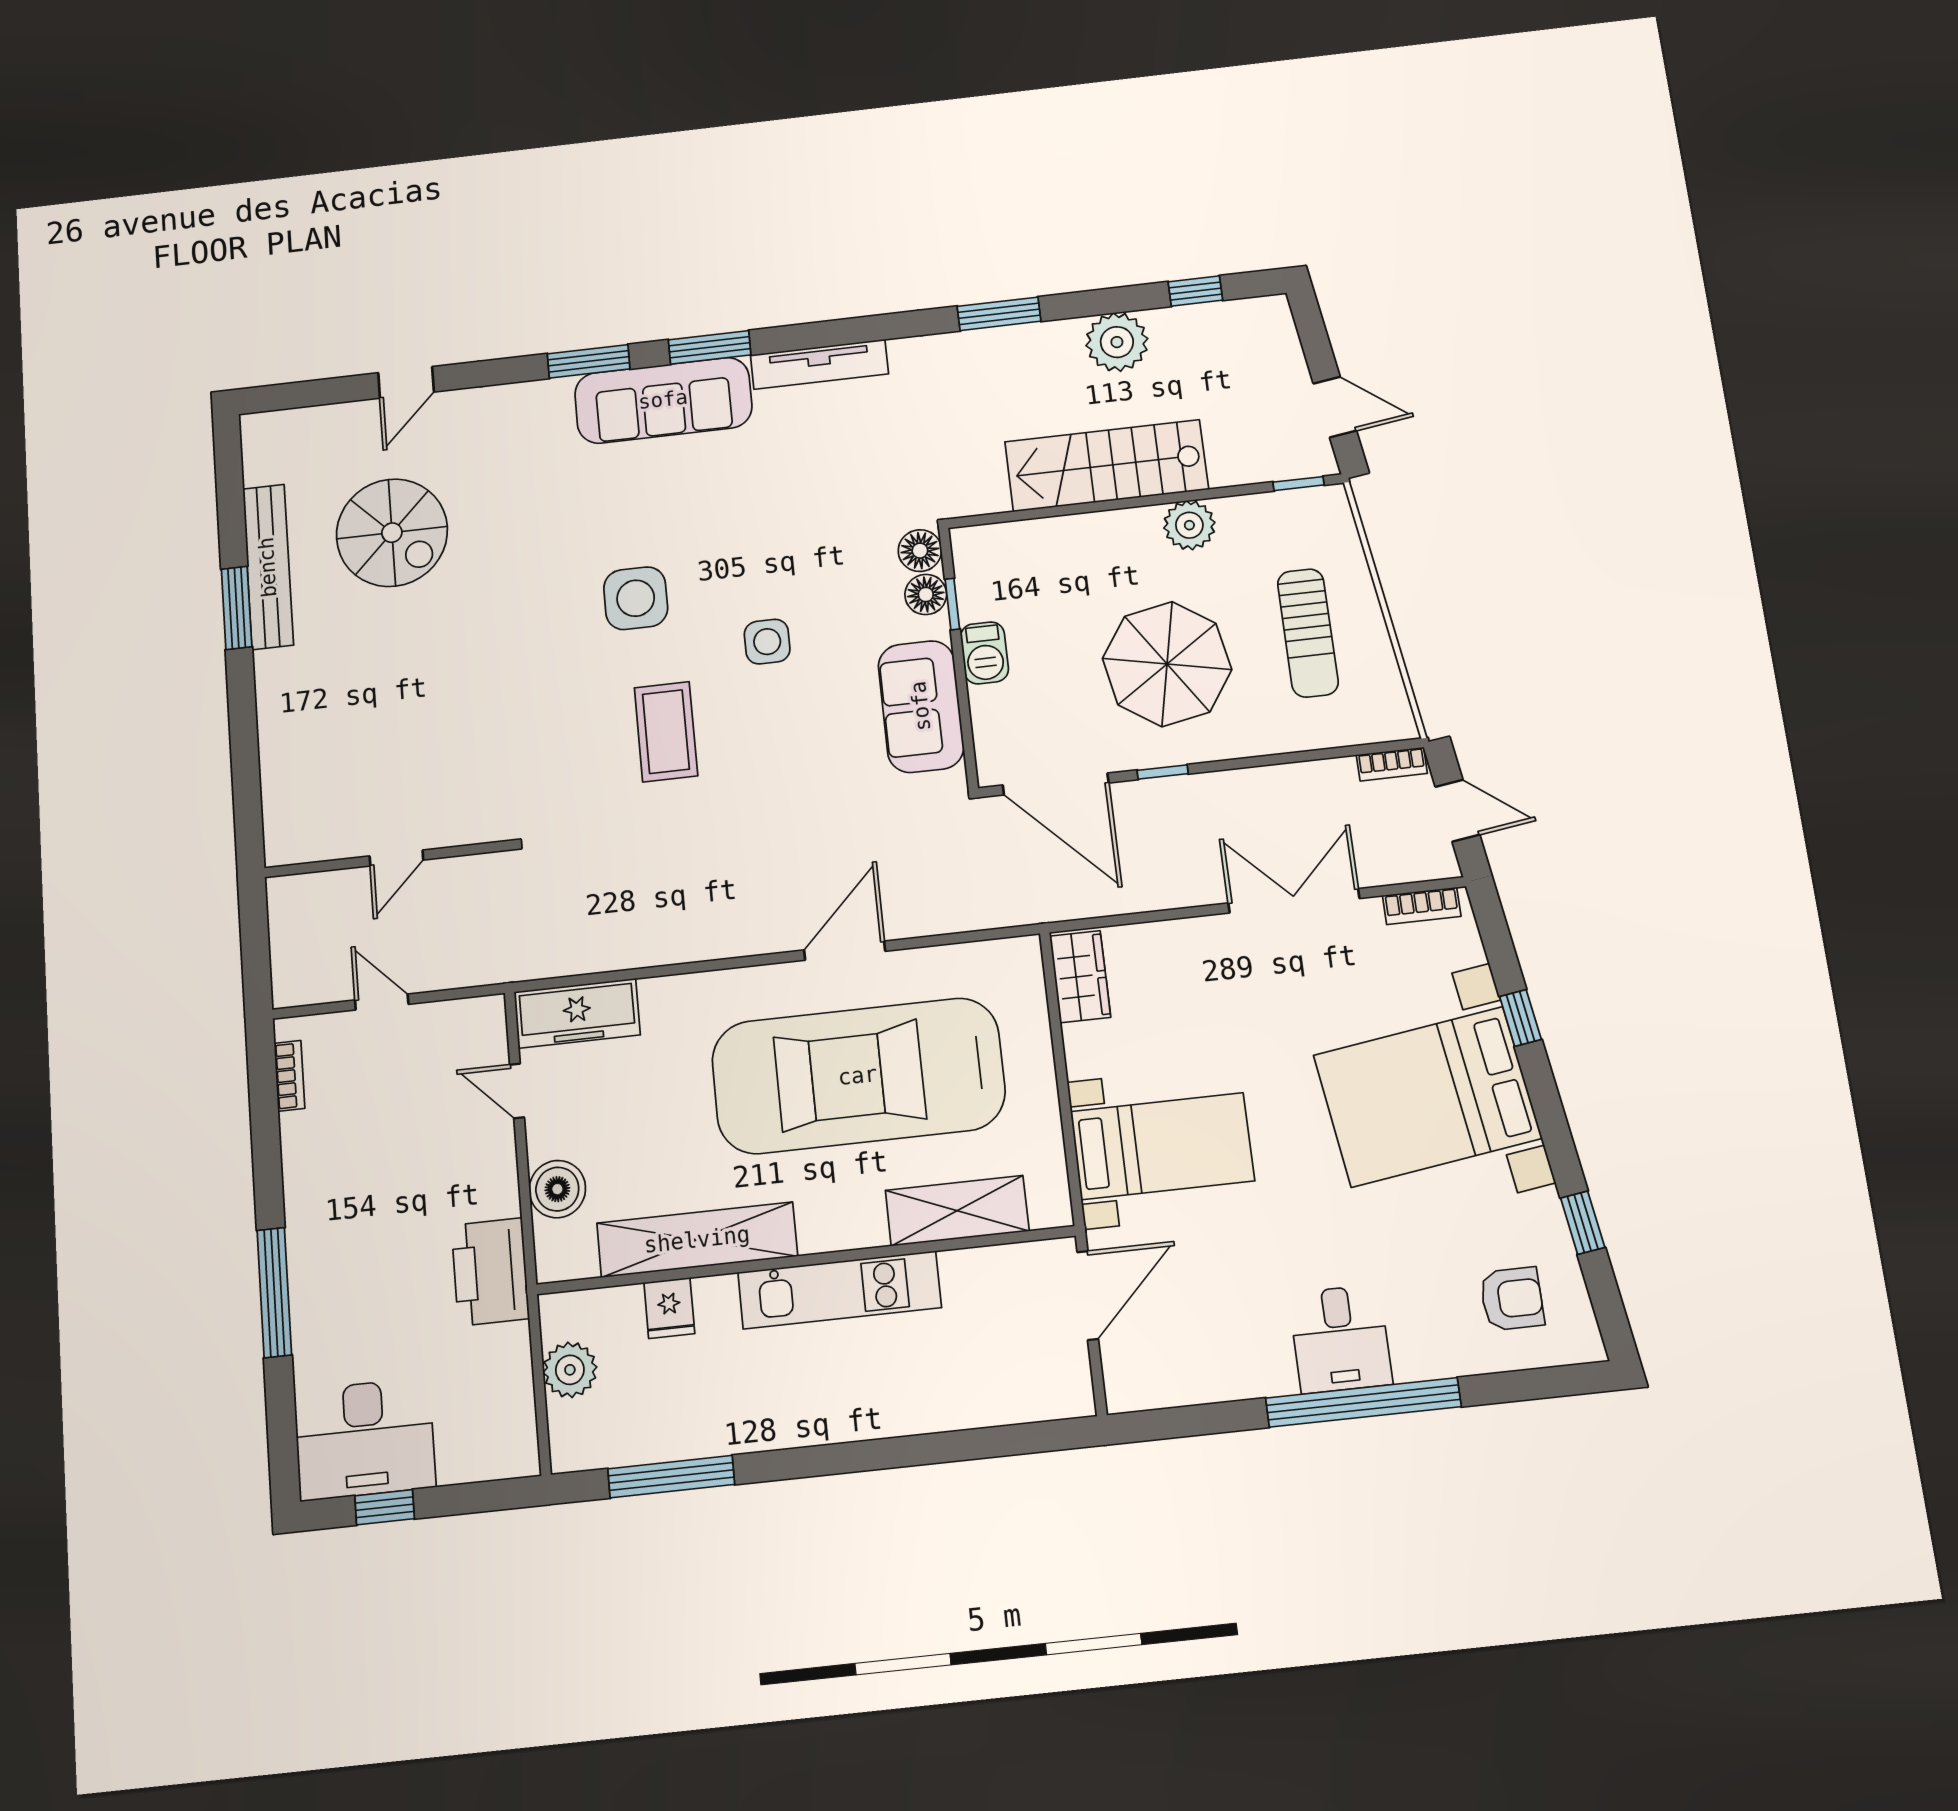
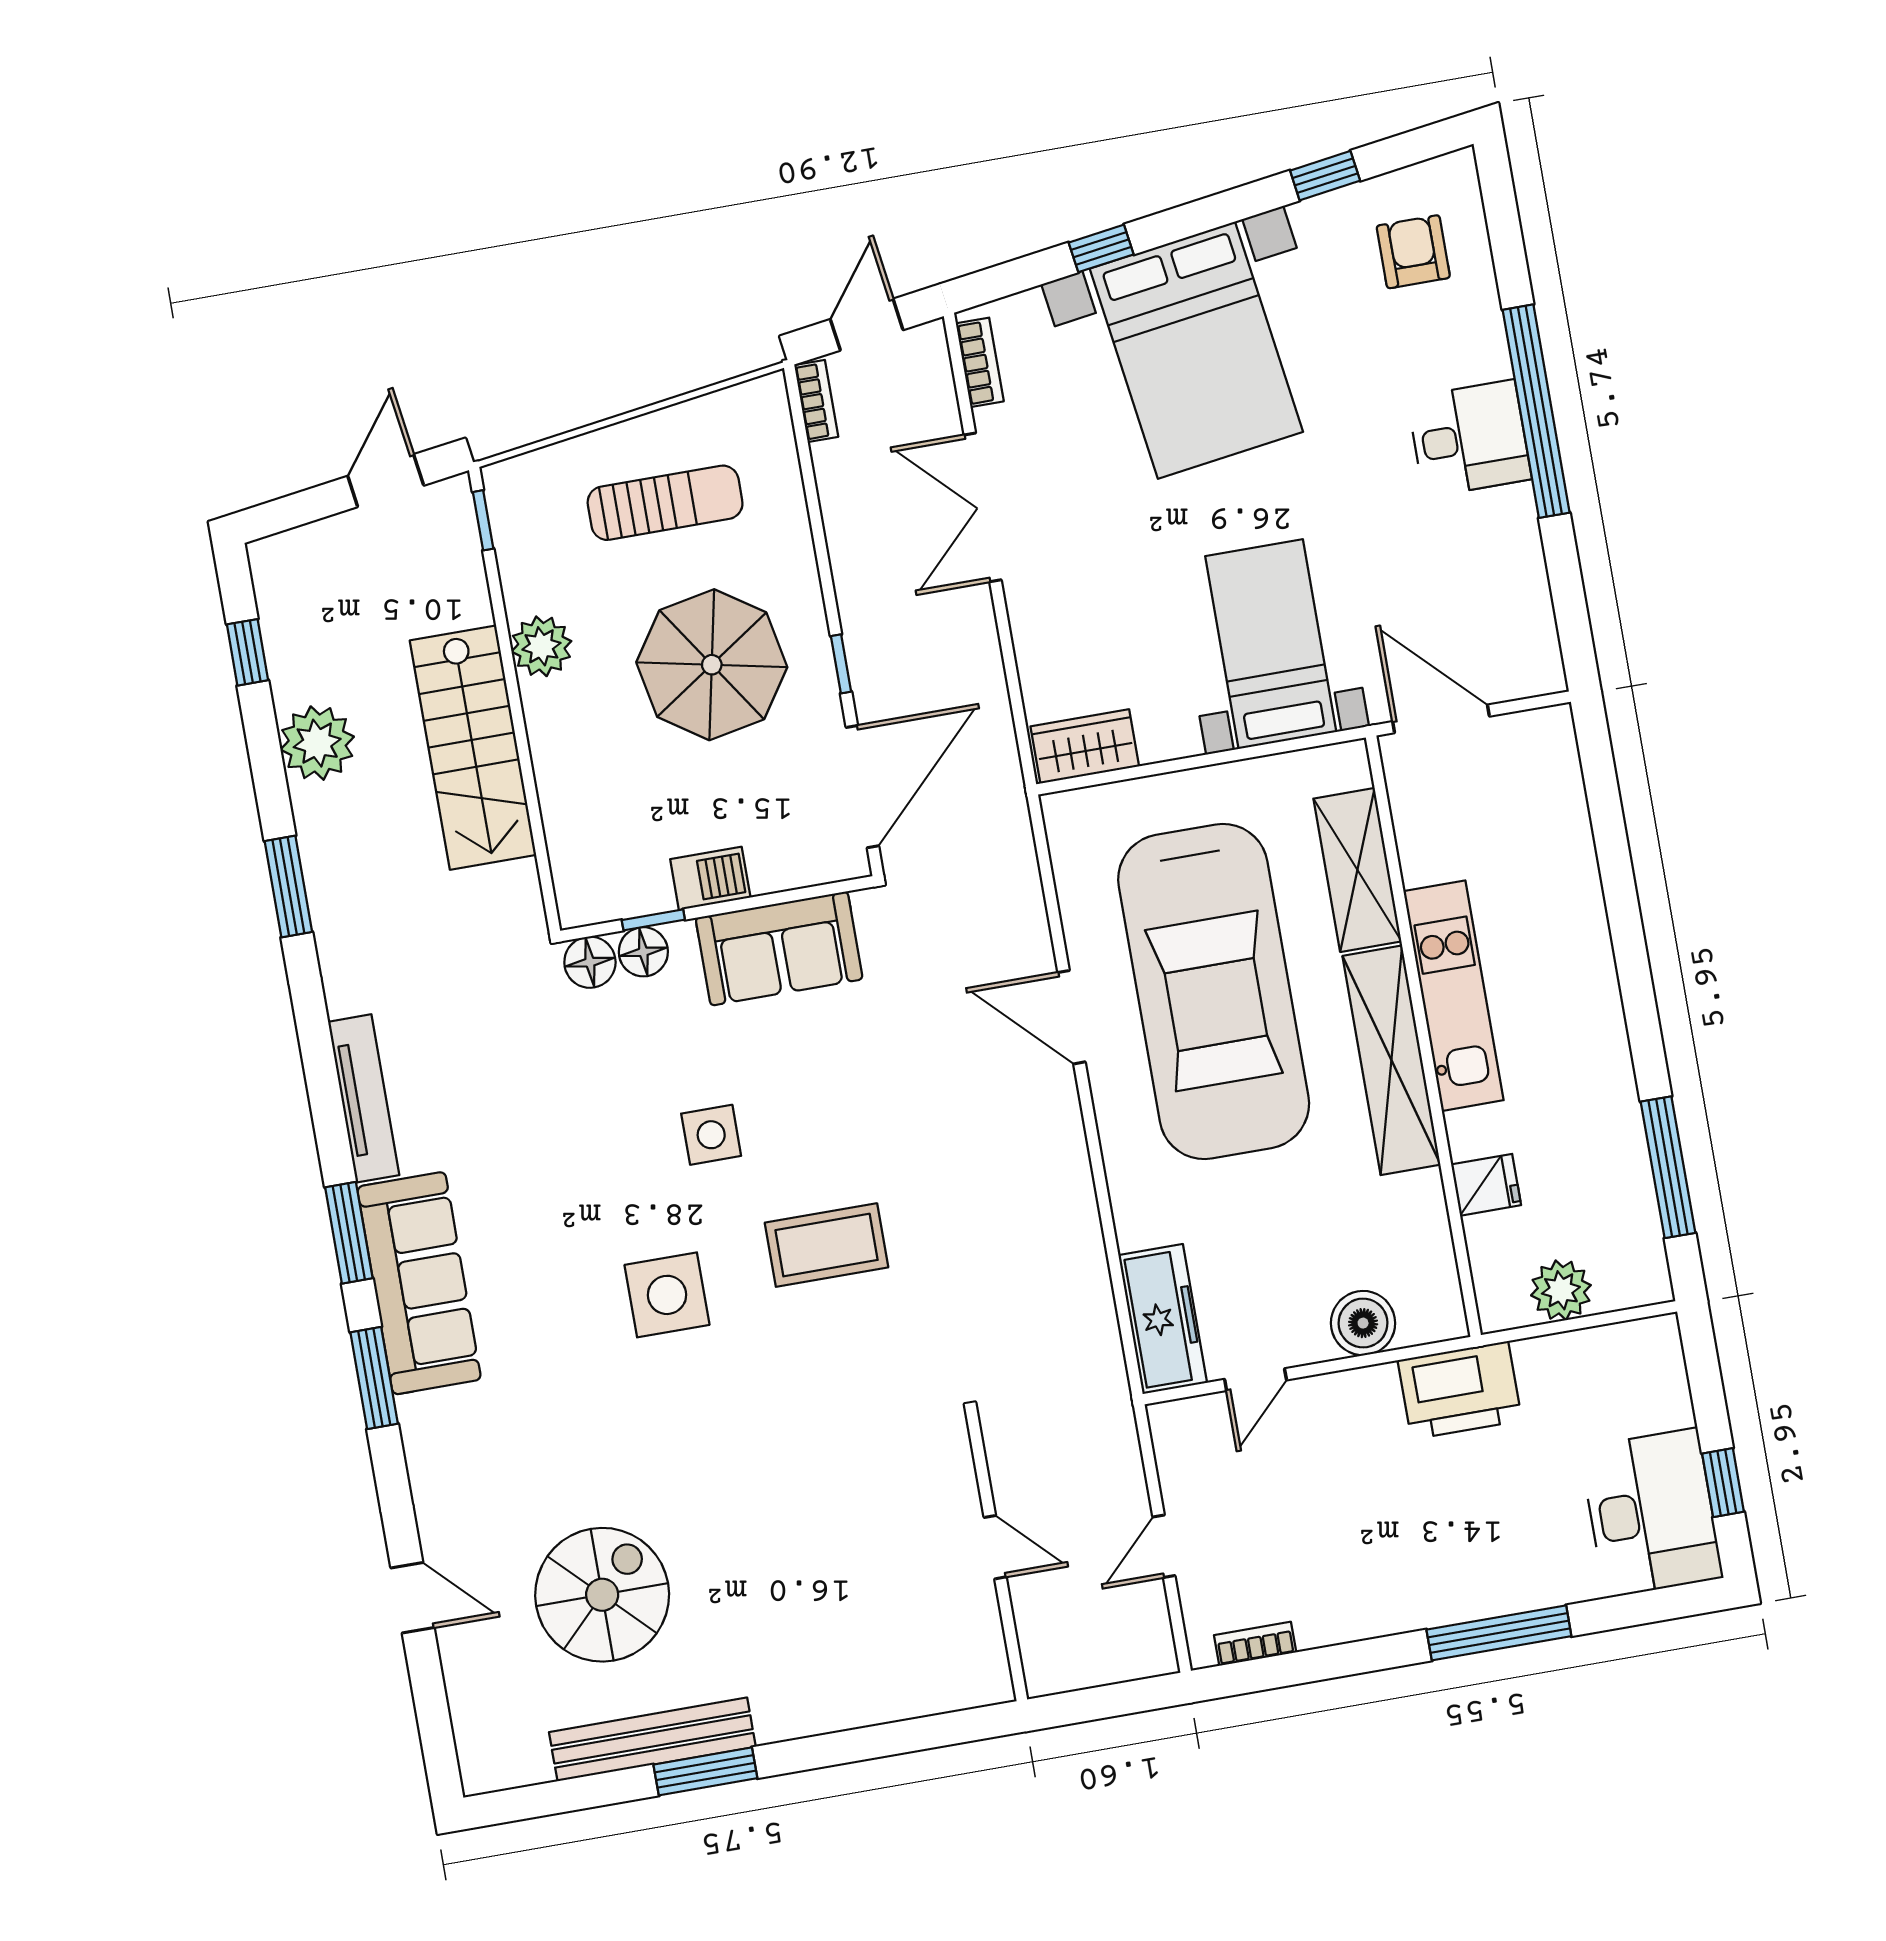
shelving: (697, 1240) -> (1391, 1060), moved

